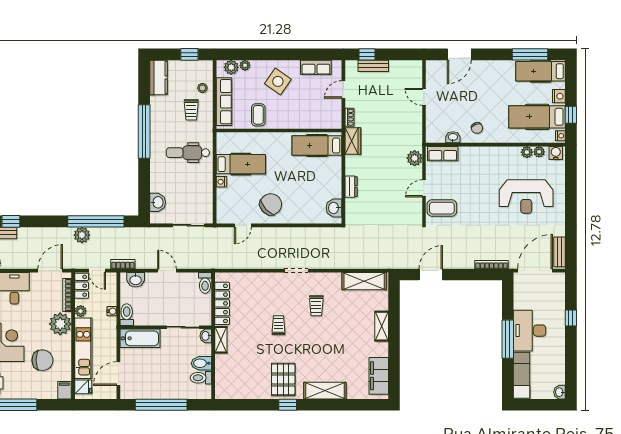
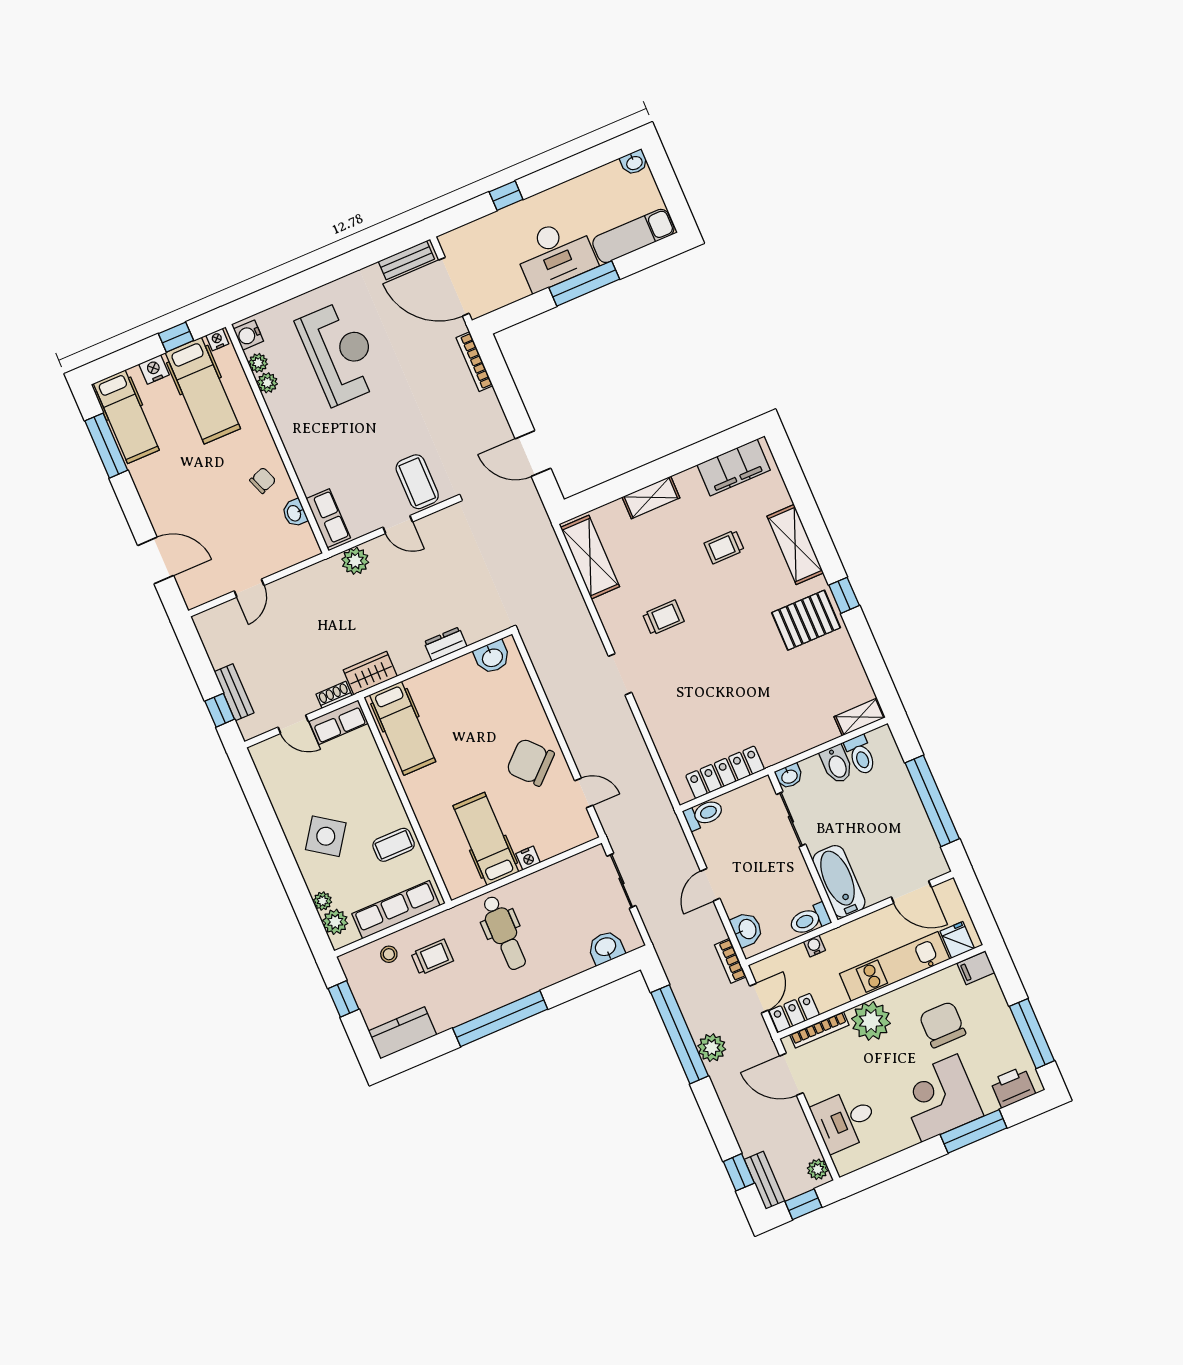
row of seats: (316, 67) -> (339, 722), moved, turned 90
plant: (81, 311) -> (836, 997), removed
trolley: (279, 325) -> (724, 547), moved
shelving: (221, 340) -> (860, 717), moved

